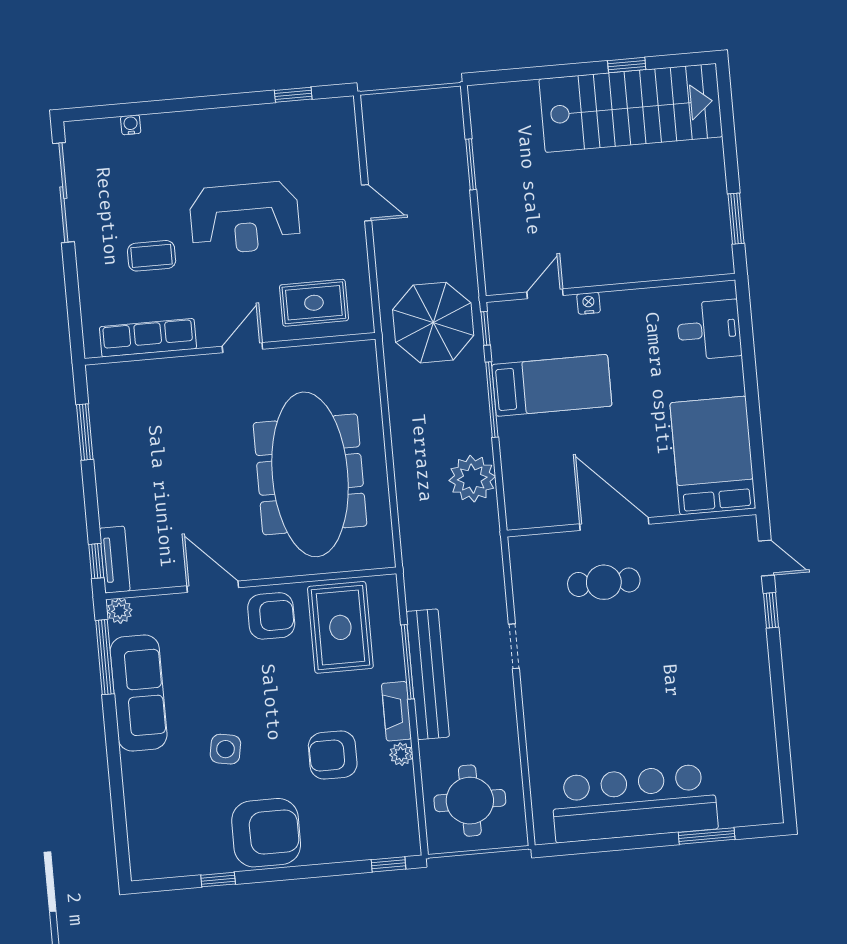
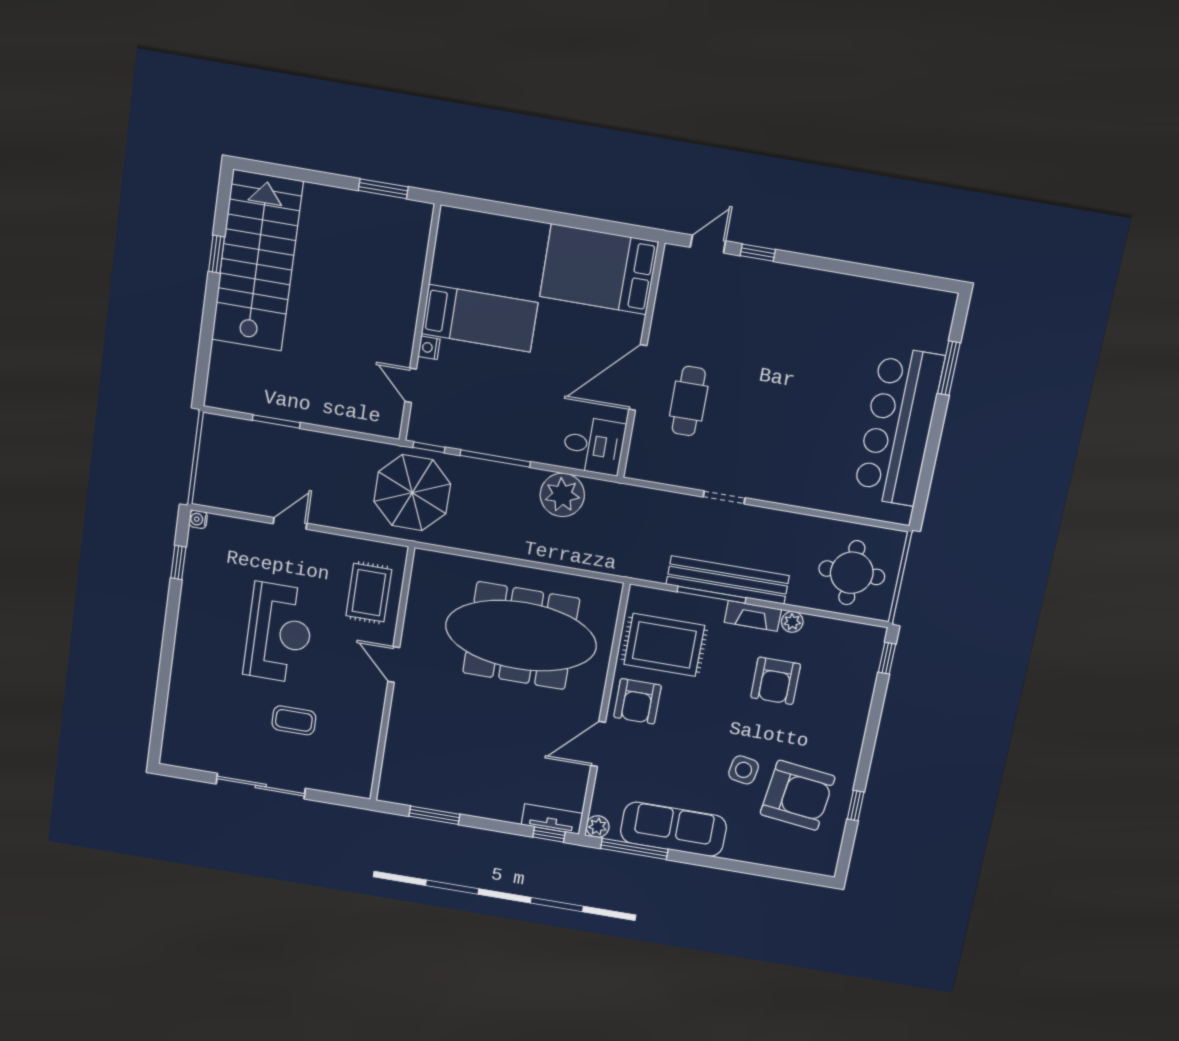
water cooler: (131, 125) -> (198, 519), moved
sliding door: (63, 193) -> (261, 786), moved
coffee table: (152, 256) -> (294, 720), turned 90
desk: (709, 330) -> (594, 446), moved, turned 90
row of seats: (148, 338) -> (365, 742), removed
bed: (552, 385) -> (479, 318), moved, turned 90
armchair: (271, 616) -> (637, 701), turned 180
armchair: (266, 833) -> (798, 795), moved, turned 97

